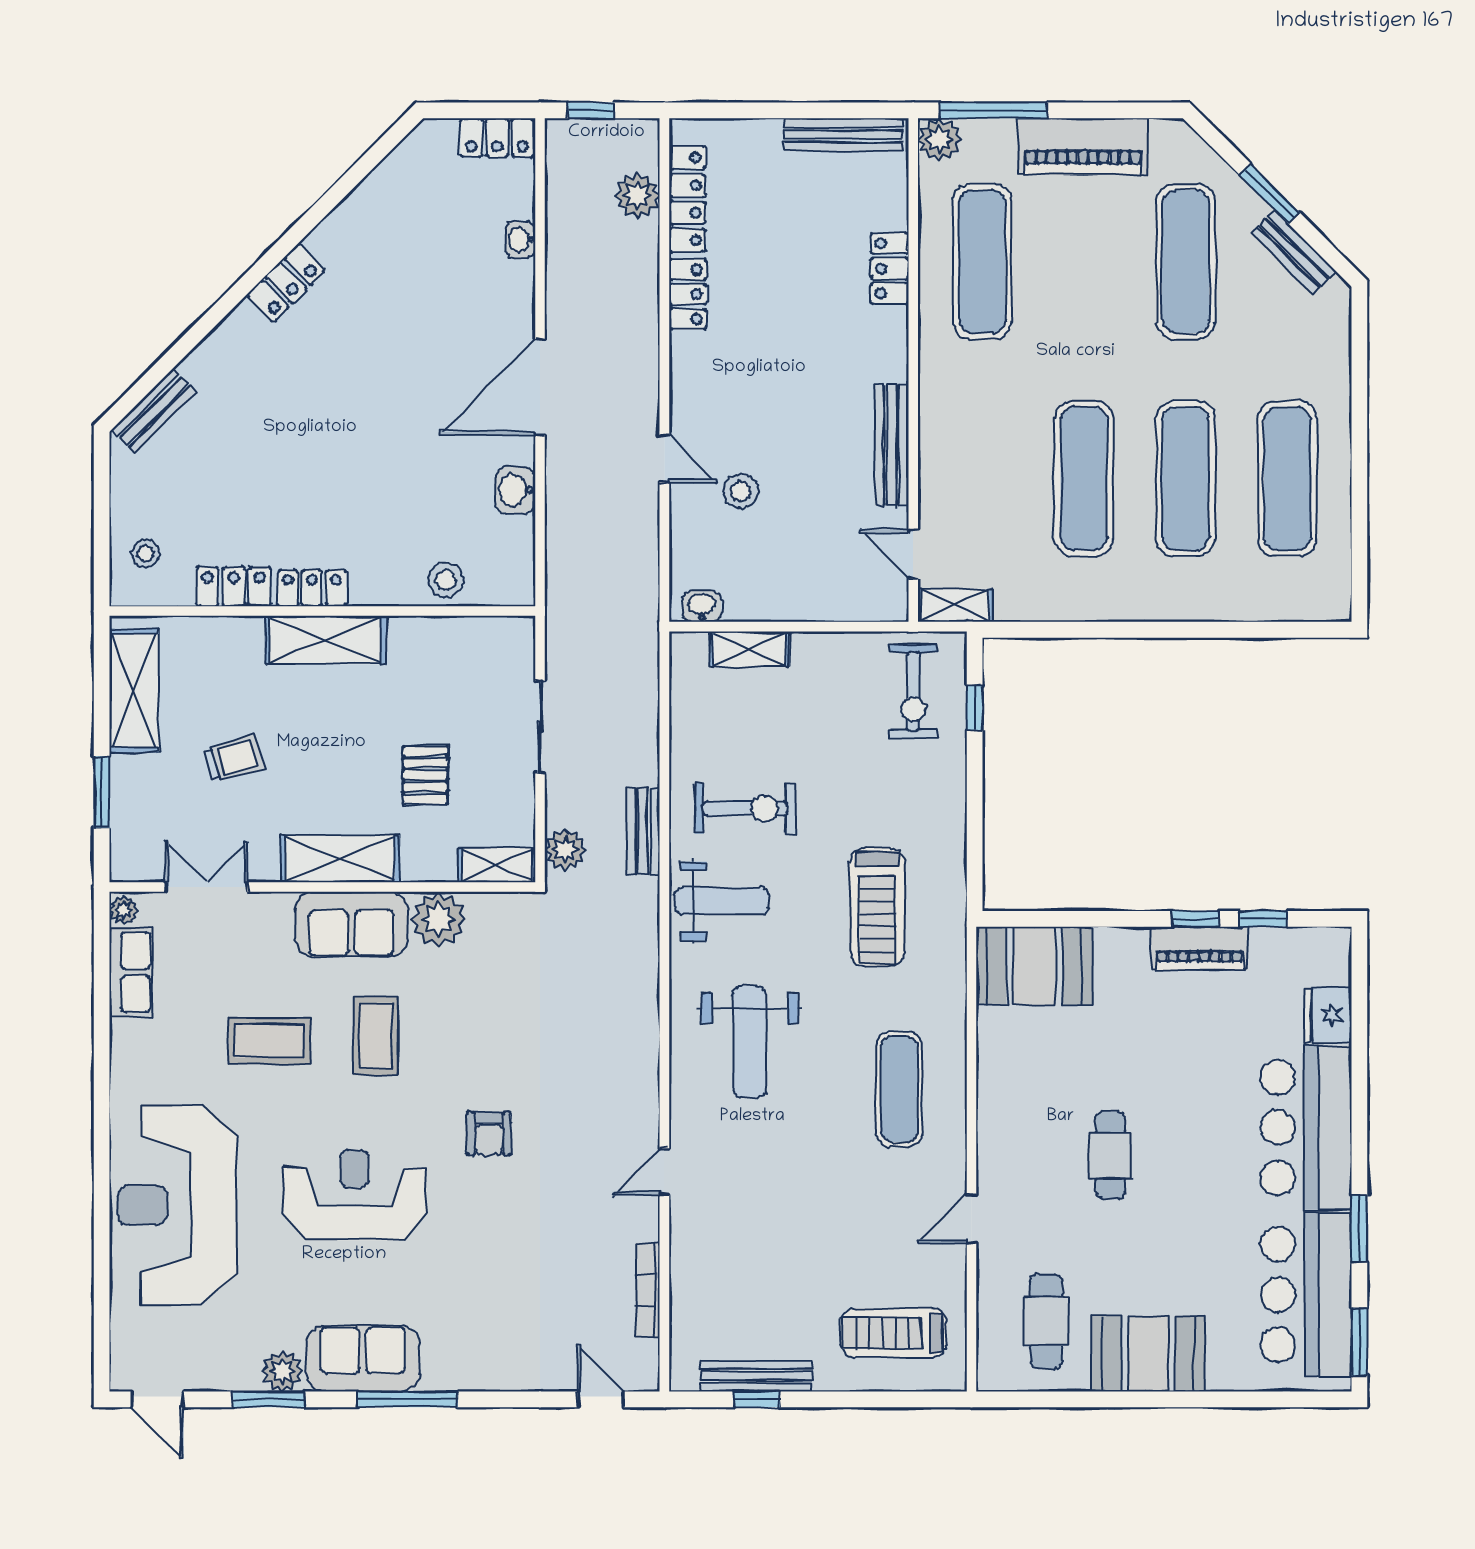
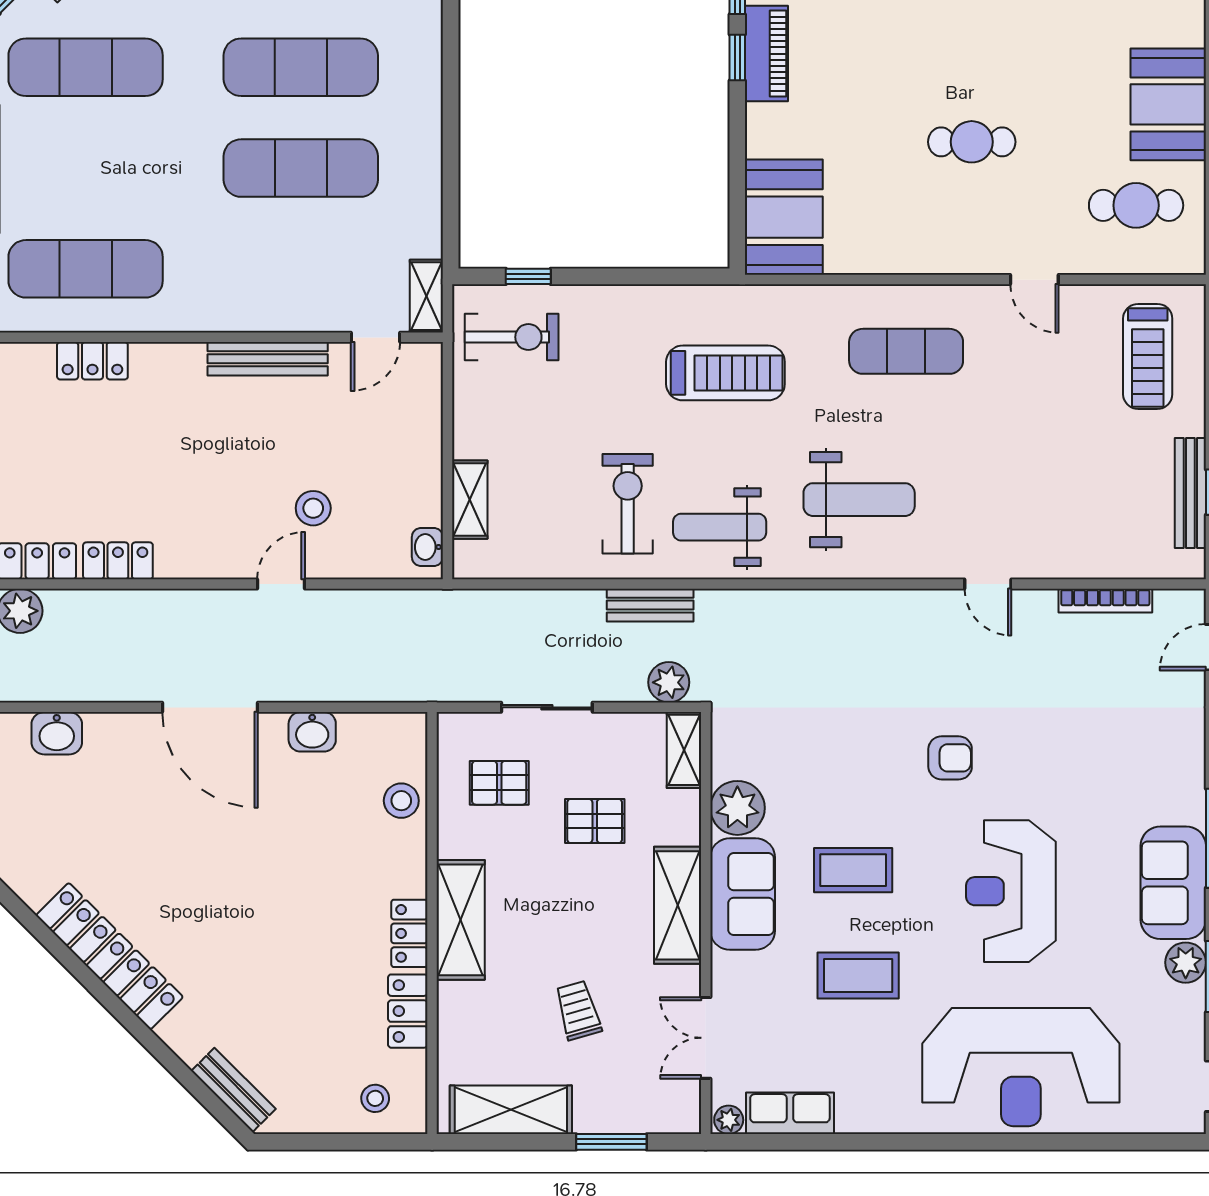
washbasin: (520, 240) -> (57, 733), width x1.38, depth x1.45
locker: (286, 283) -> (109, 956), width x2.16, depth x1.21
pallet: (464, 679) -> (499, 783), added
weight bench: (722, 901) -> (720, 527), turned -90
coffee table: (269, 1041) -> (858, 976), turned 90

